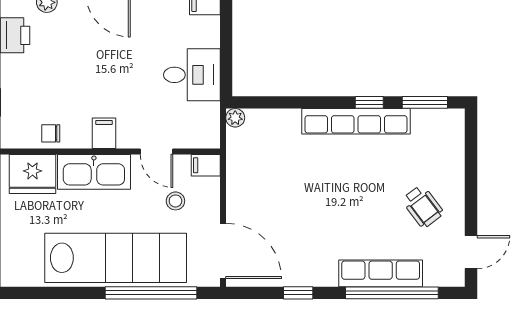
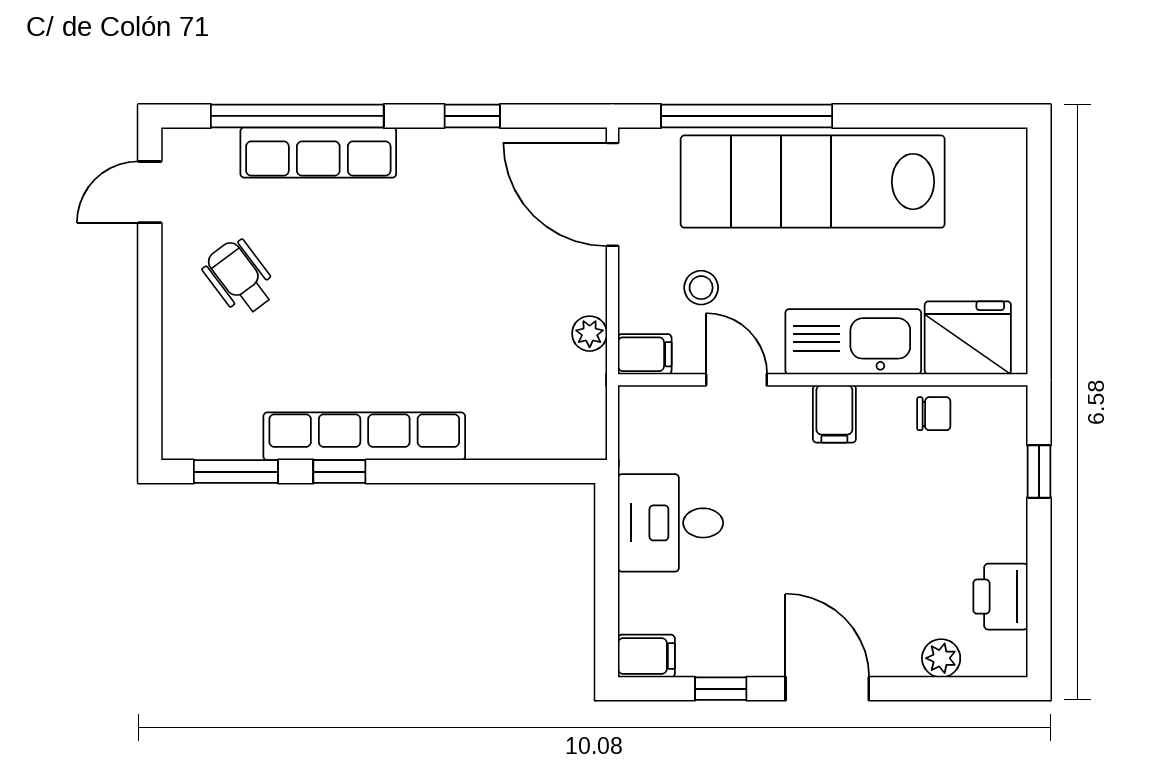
plant: (235, 118) -> (590, 334), moved

